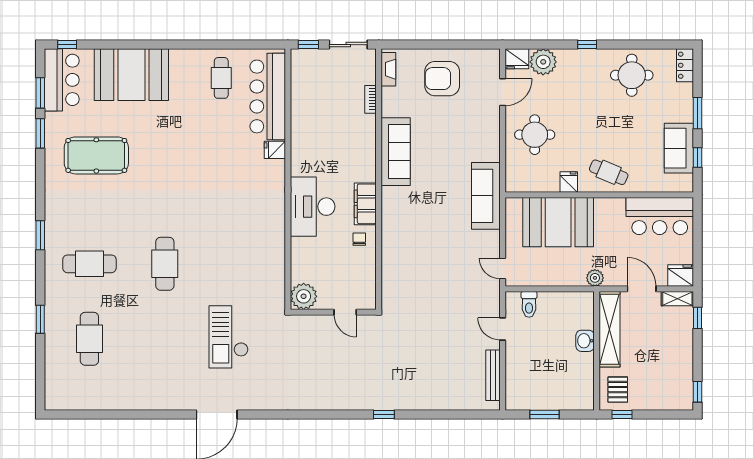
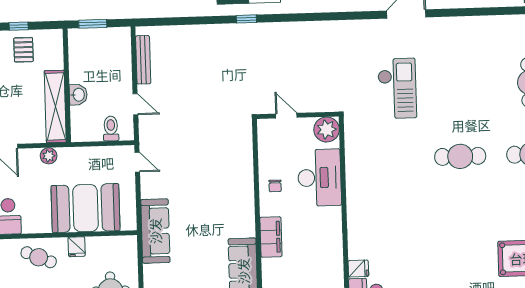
filing cabinet: (365, 204) -> (271, 237), moved
desk: (313, 207) -> (319, 178), moved
cafe table: (165, 264) -> (460, 156), turned 90
shelving: (609, 329) -> (55, 107), moved
washbasin: (585, 341) -> (78, 95), moved
wall: (597, 351) -> (67, 85), moved

